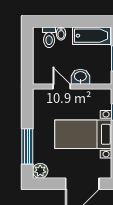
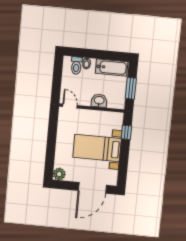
door: (62, 86) -> (70, 106), moved
window: (27, 146) -> (50, 153), removed

